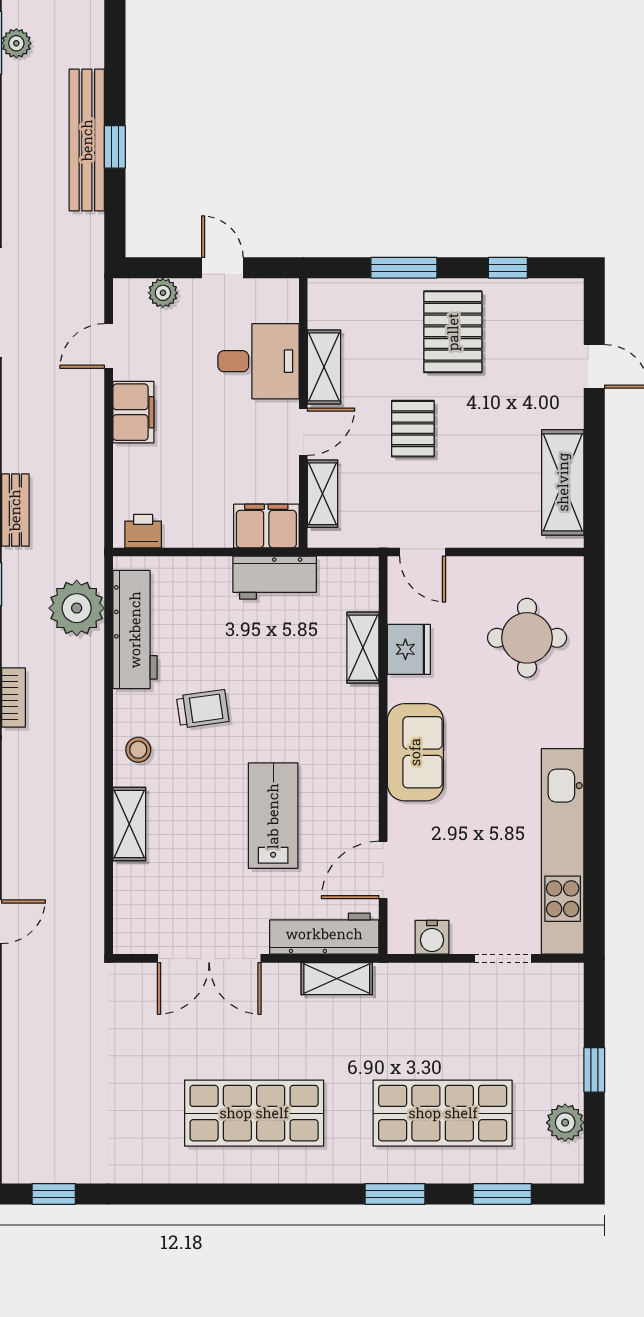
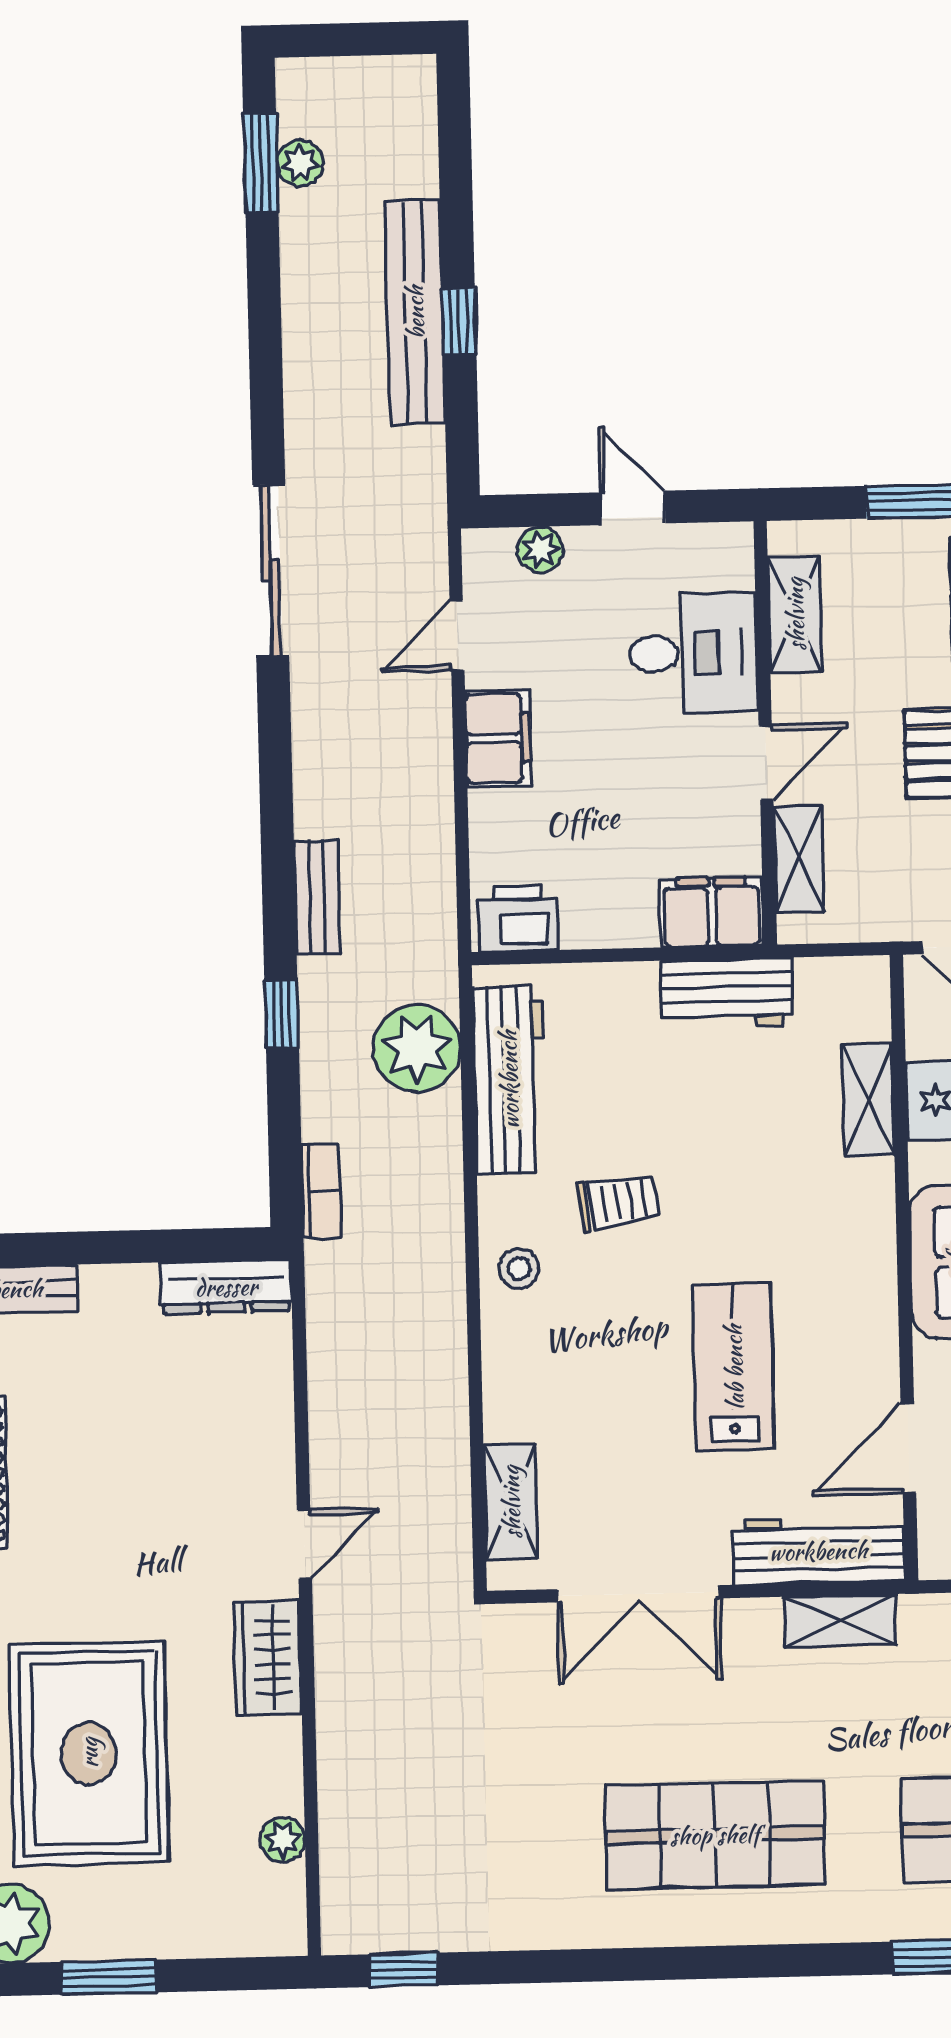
shelving: (324, 367) -> (795, 614), moved
printer: (143, 531) -> (518, 918), width x1.36, depth x1.24
shelving: (129, 824) -> (511, 1502), moved

